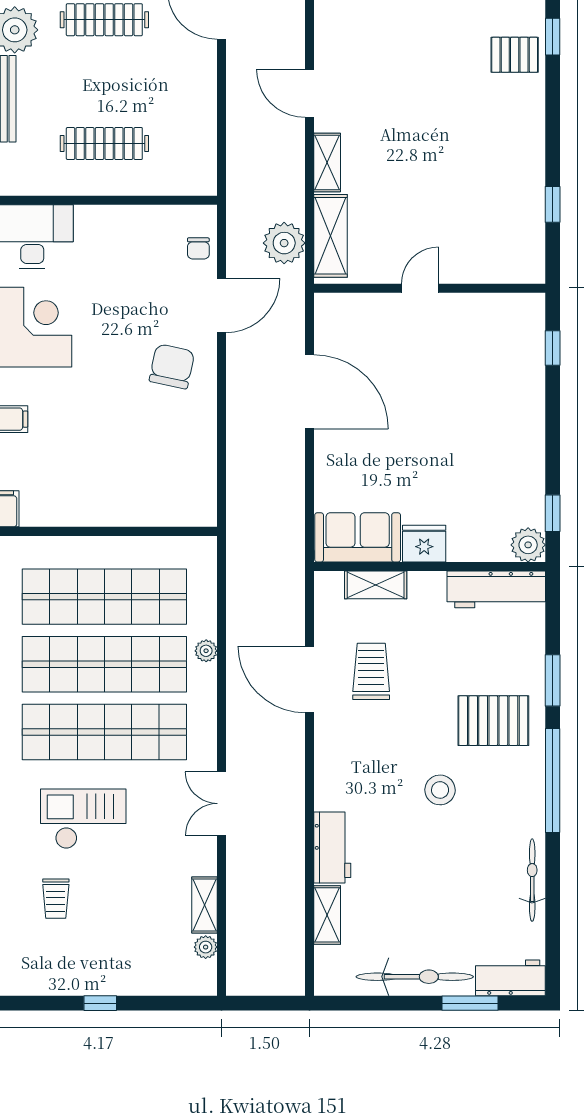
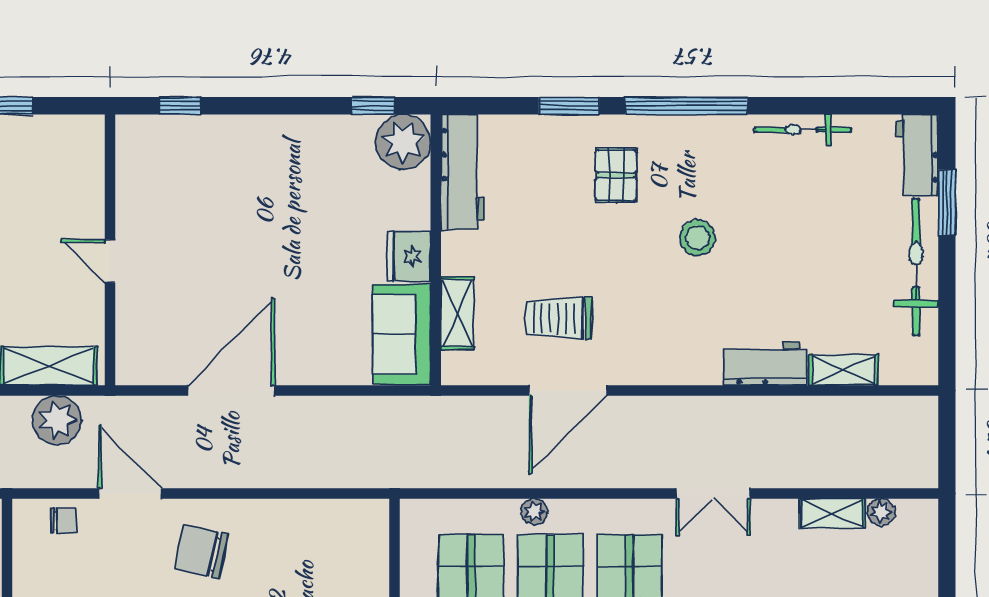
plant: (528, 545) -> (403, 142), width x1.36, depth x1.36
pallet: (493, 721) -> (616, 175), width x0.67, depth x0.71

